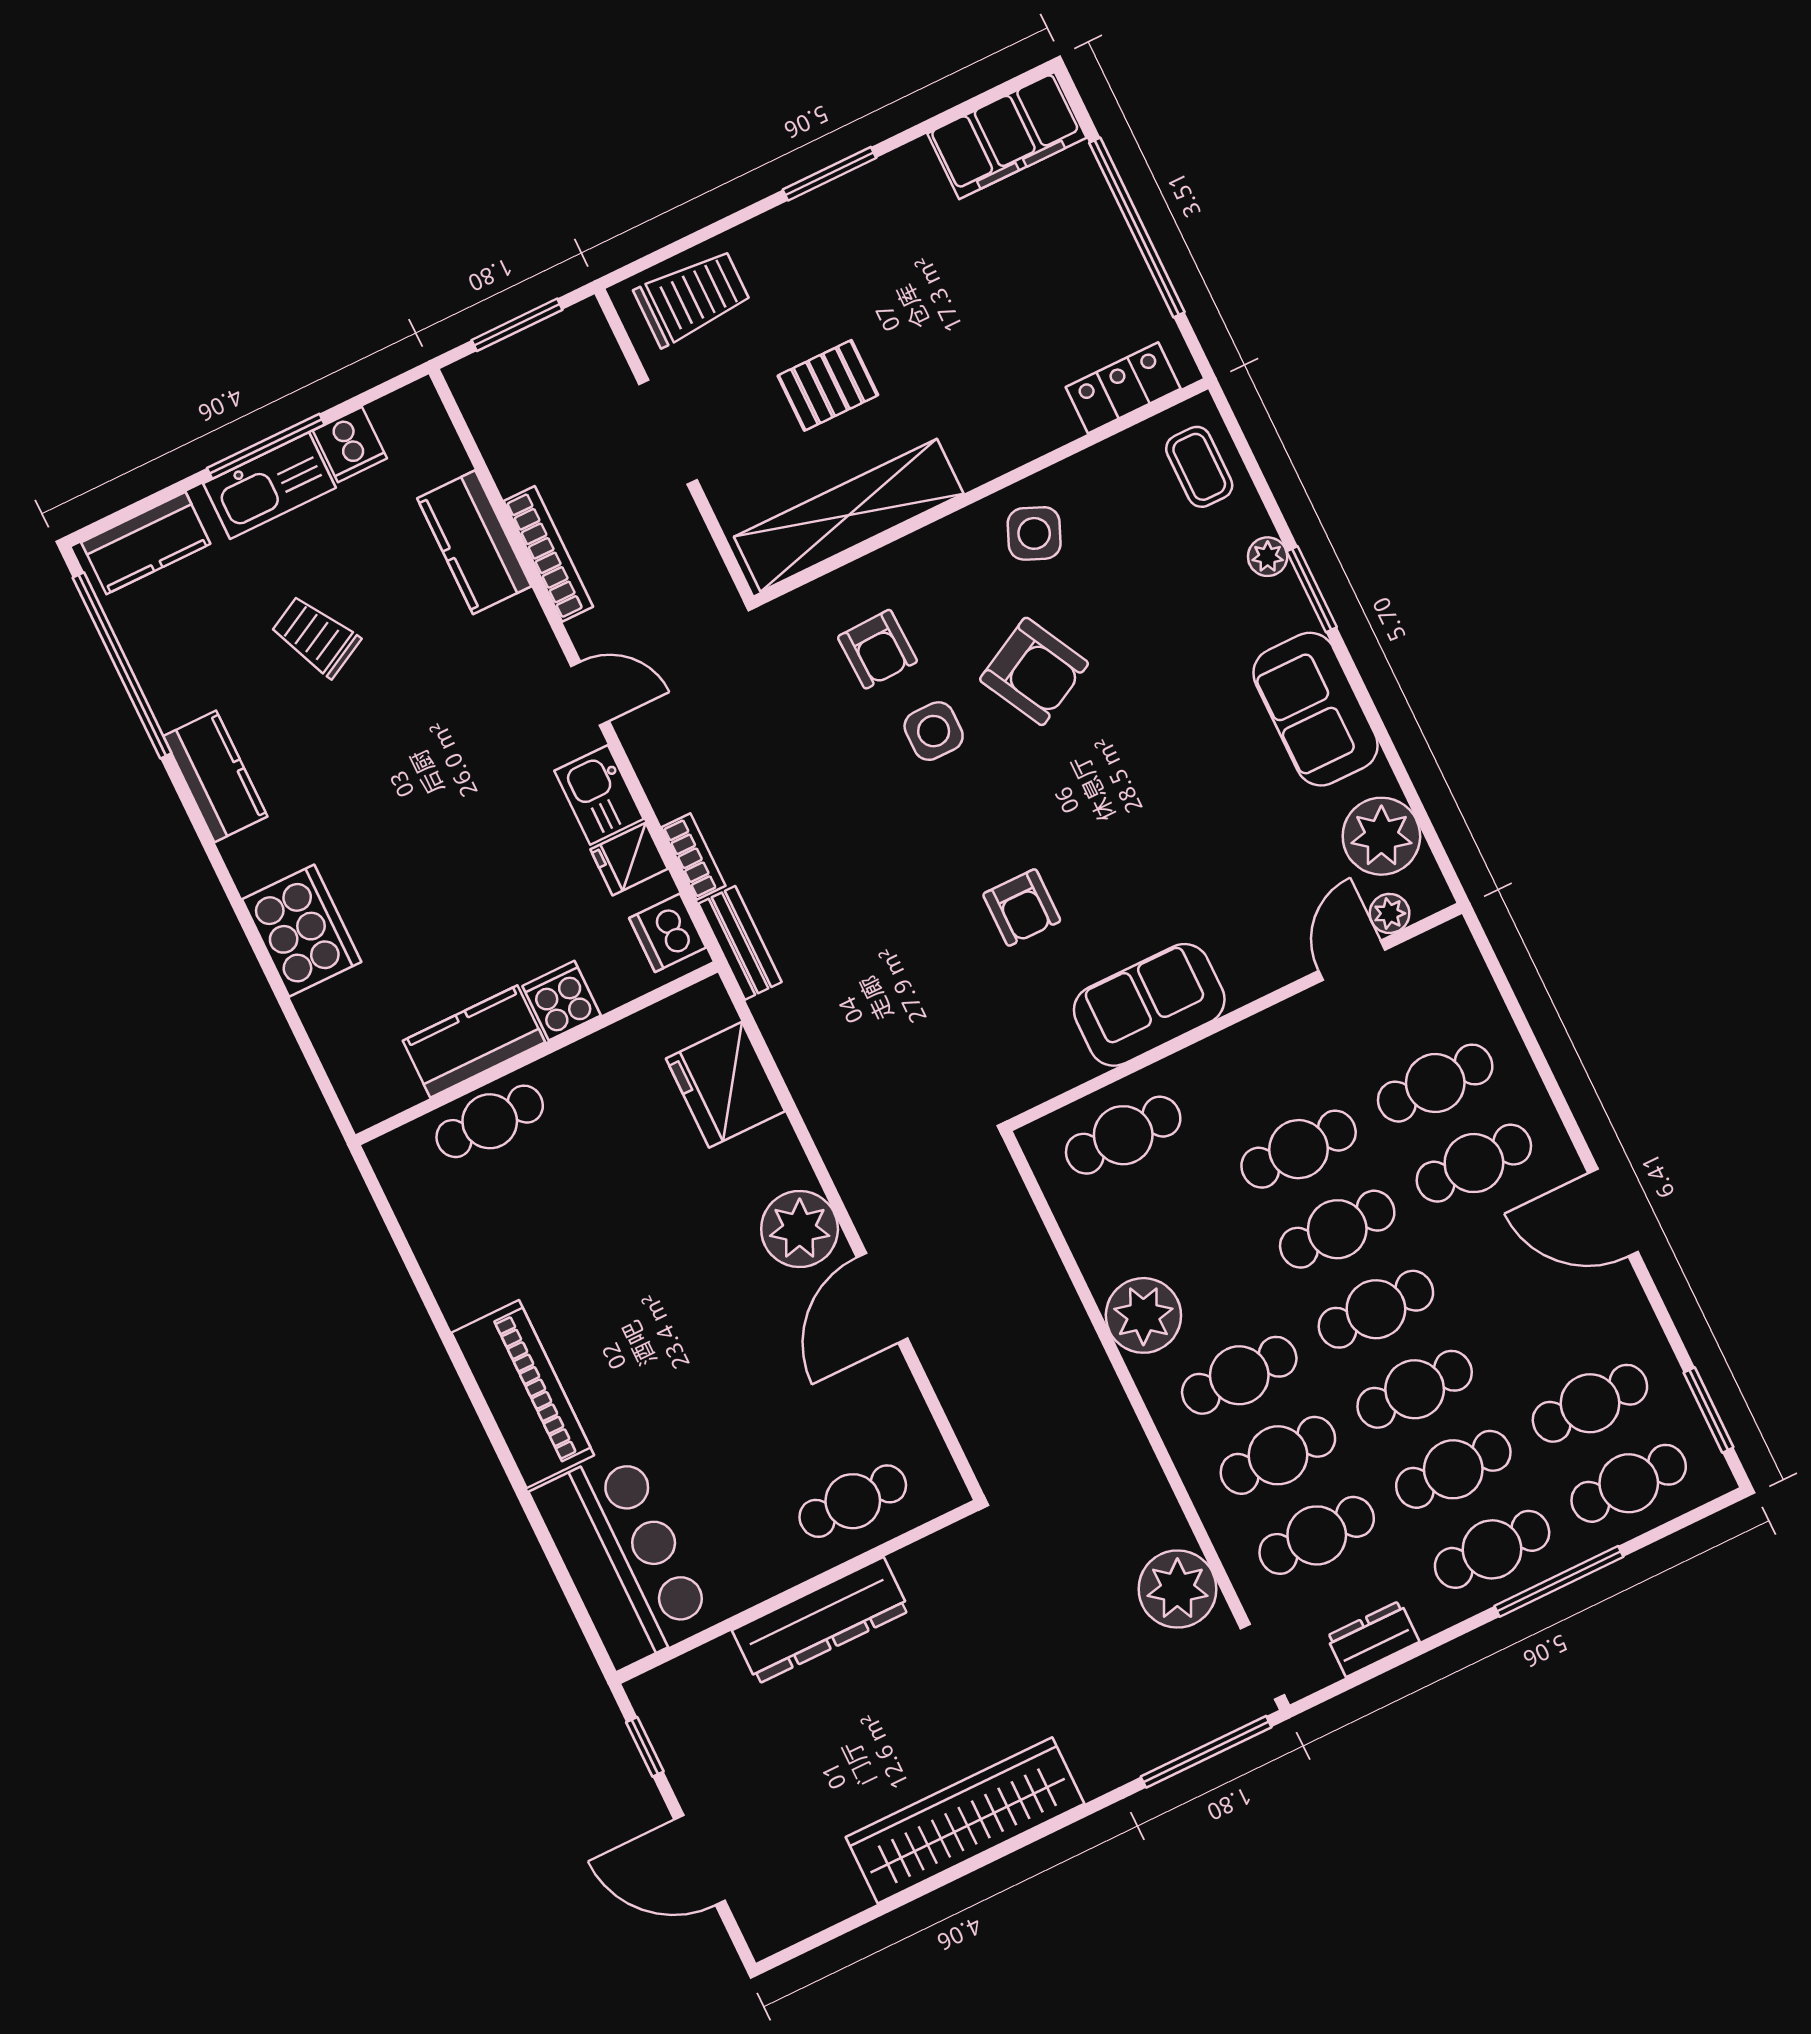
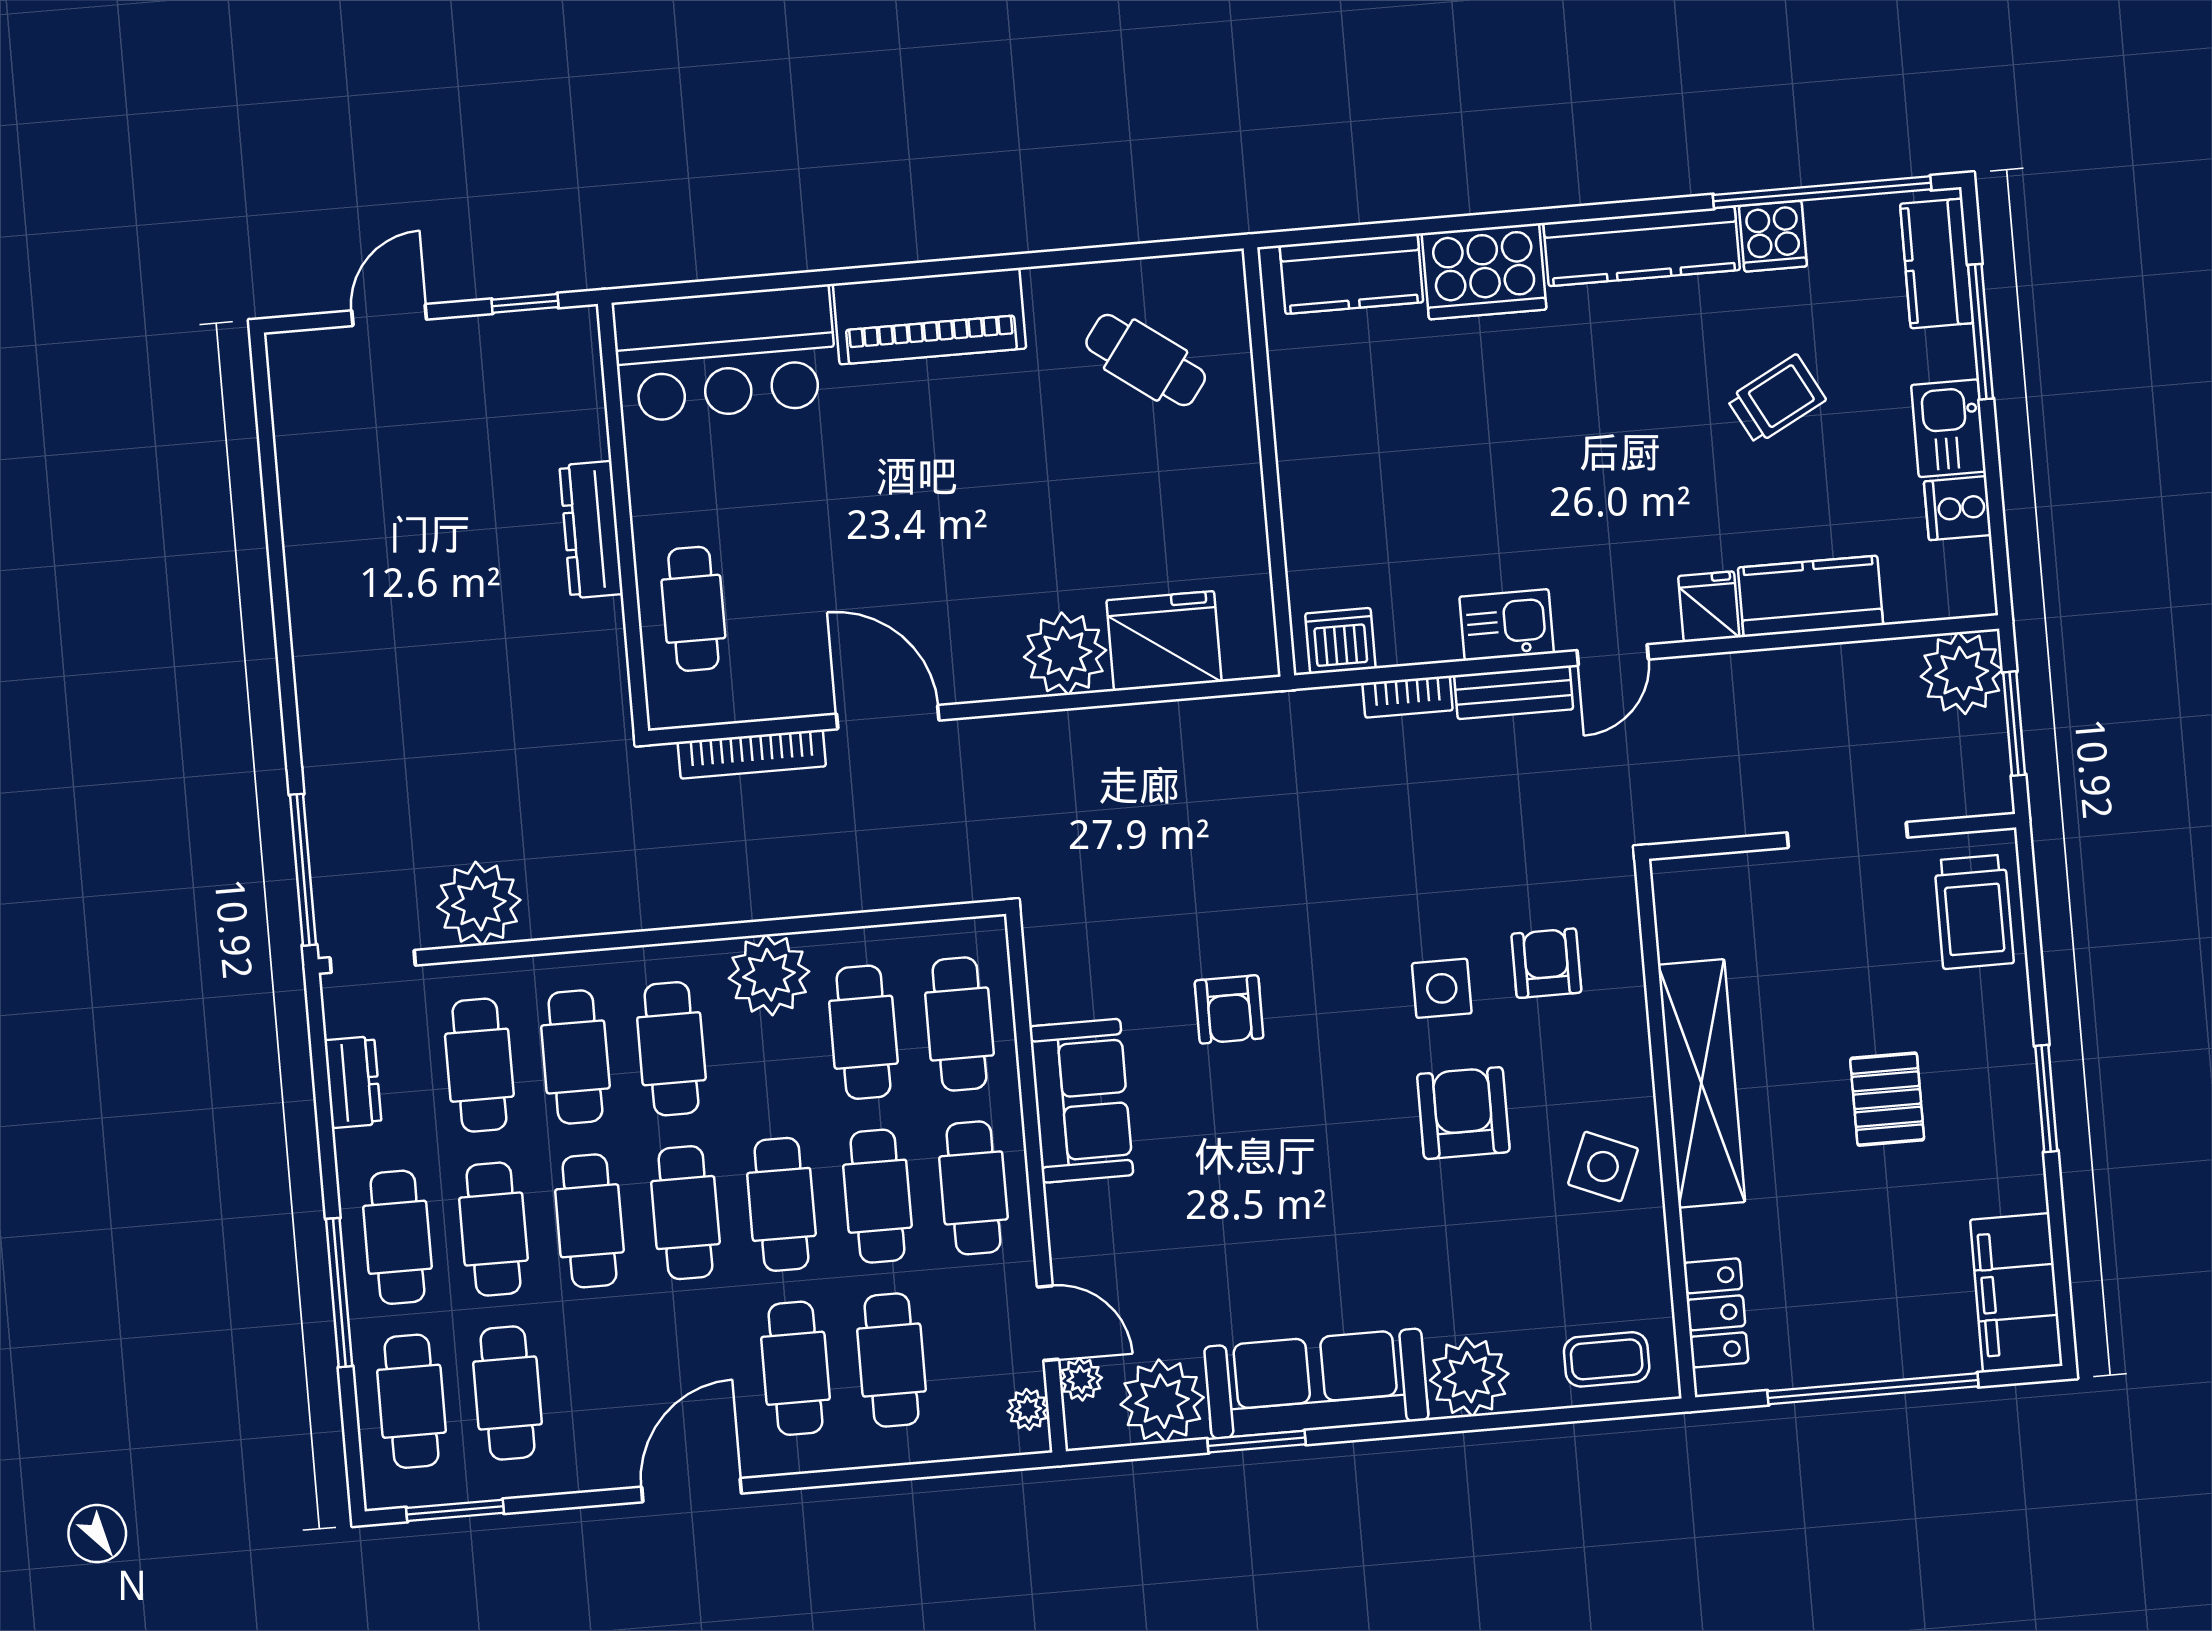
pallet: (828, 385) -> (1887, 1099), moved
plant: (491, 387) -> (1962, 673), added
window: (266, 446) -> (1981, 332), moved
kitchen sink: (270, 486) -> (1948, 428), width x0.73
shelving: (849, 515) -> (1701, 1083), moved
bookcase: (548, 554) -> (752, 754), moved
plant: (1268, 557) -> (1469, 1377), width x1.88, depth x1.88
window: (1312, 589) -> (1257, 1442), moved
armchair: (877, 649) -> (1546, 963), turned 92
armchair: (1034, 671) -> (1463, 1113), turned 118
sofa: (1316, 709) -> (1316, 1383), width x1.36
kitchen counter: (215, 776) -> (1642, 246), width x1.50
fridge: (629, 859) -> (1709, 607), moved
armchair: (1022, 907) -> (1229, 1009), turned -90
bench: (740, 943) -> (1514, 692), moved
plant: (1433, 949) -> (1028, 1409), added
cooker: (562, 1001) -> (1773, 236), moved, turned 90
kitchen counter: (474, 1042) -> (1351, 274), moved, turned 90
cafe table: (1260, 1069) -> (973, 1188), added
cafe table: (490, 1121) -> (1146, 360), moved, turned -54
cafe table: (1162, 1215) -> (863, 1032), added
plant: (800, 1229) -> (1065, 654), moved
dresser: (821, 1621) -> (591, 530), width x0.73, depth x0.80
wardrobe: (965, 1820) -> (327, 599), removed
door: (700, 1860) -> (389, 315), width x0.73

